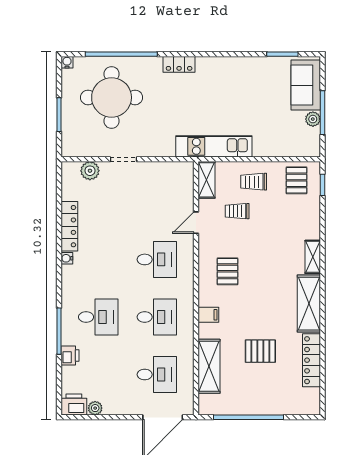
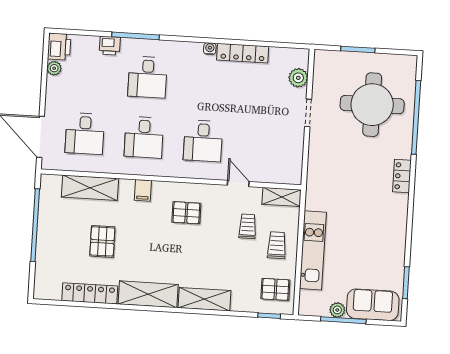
water cooler: (67, 62) -> (411, 61), removed
kitchen unit: (214, 146) -> (313, 250), moved
shelving: (313, 257) -> (205, 299), width x1.50, depth x1.33

